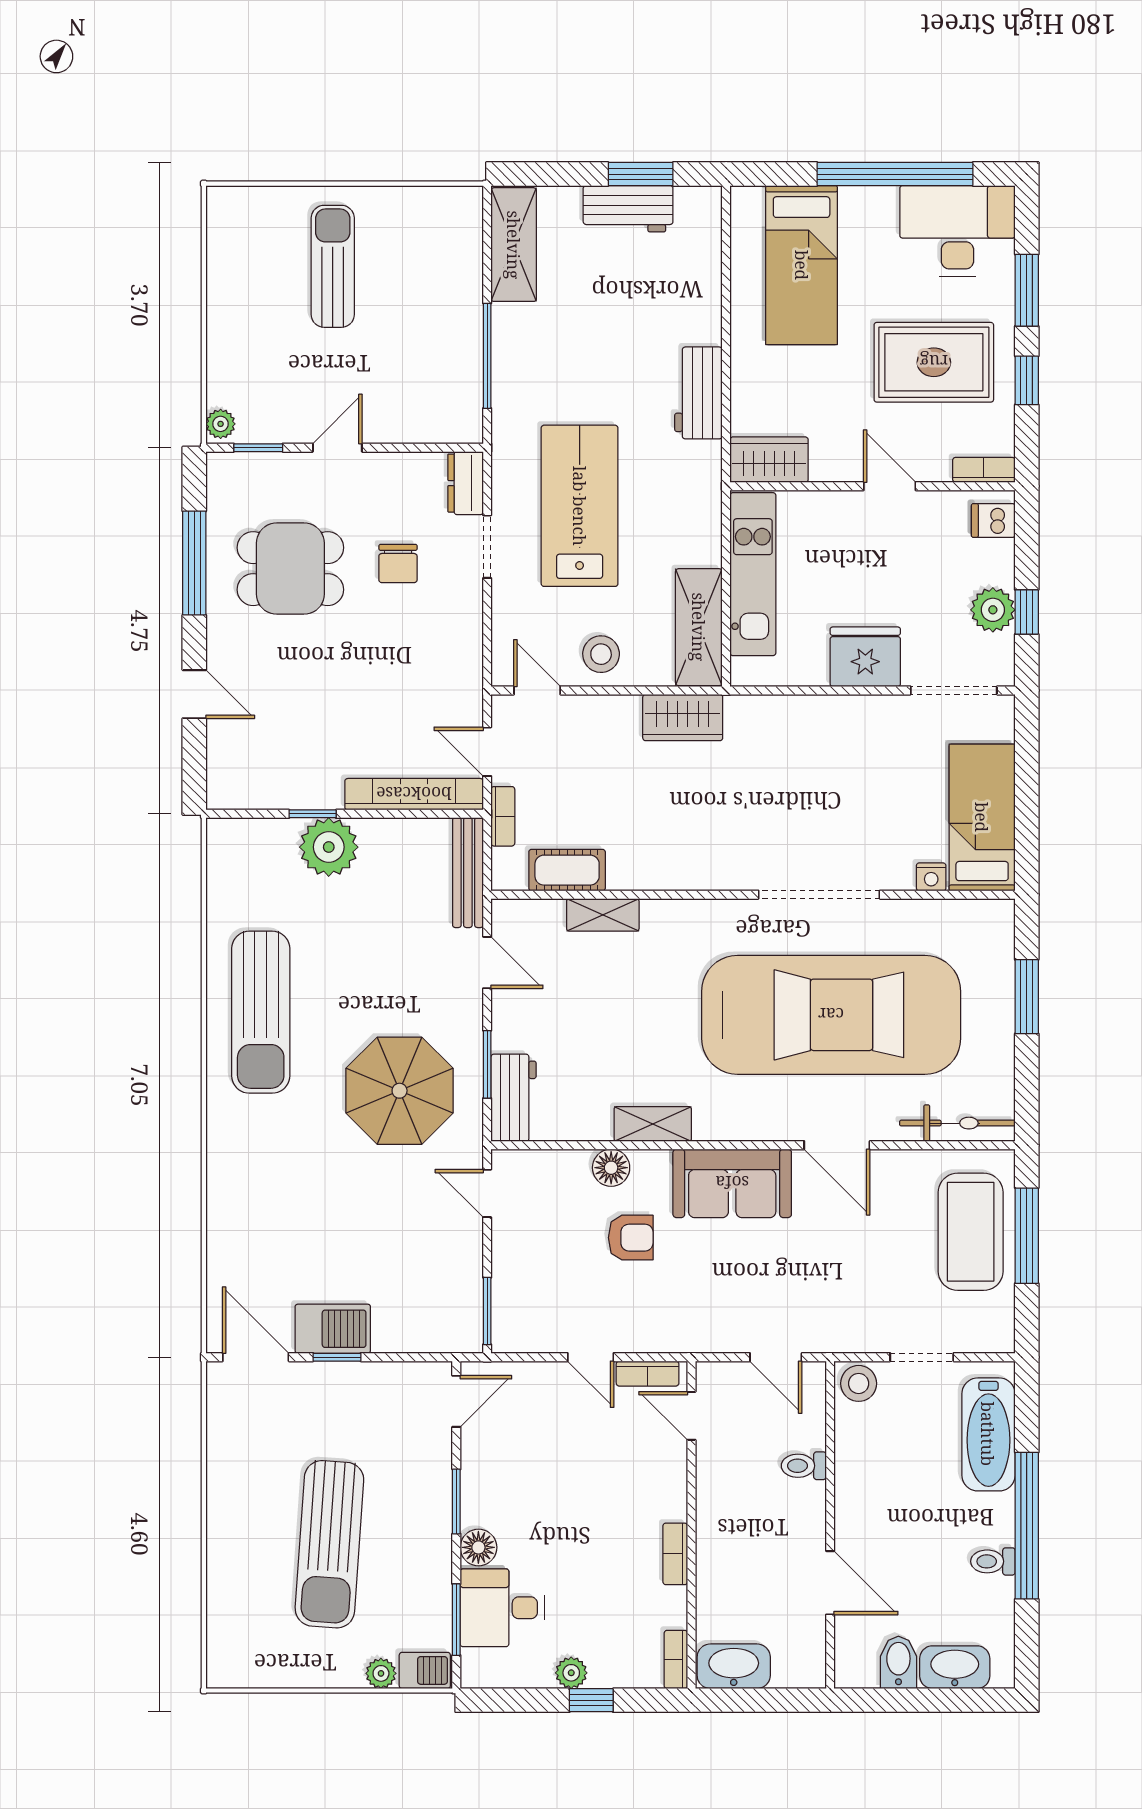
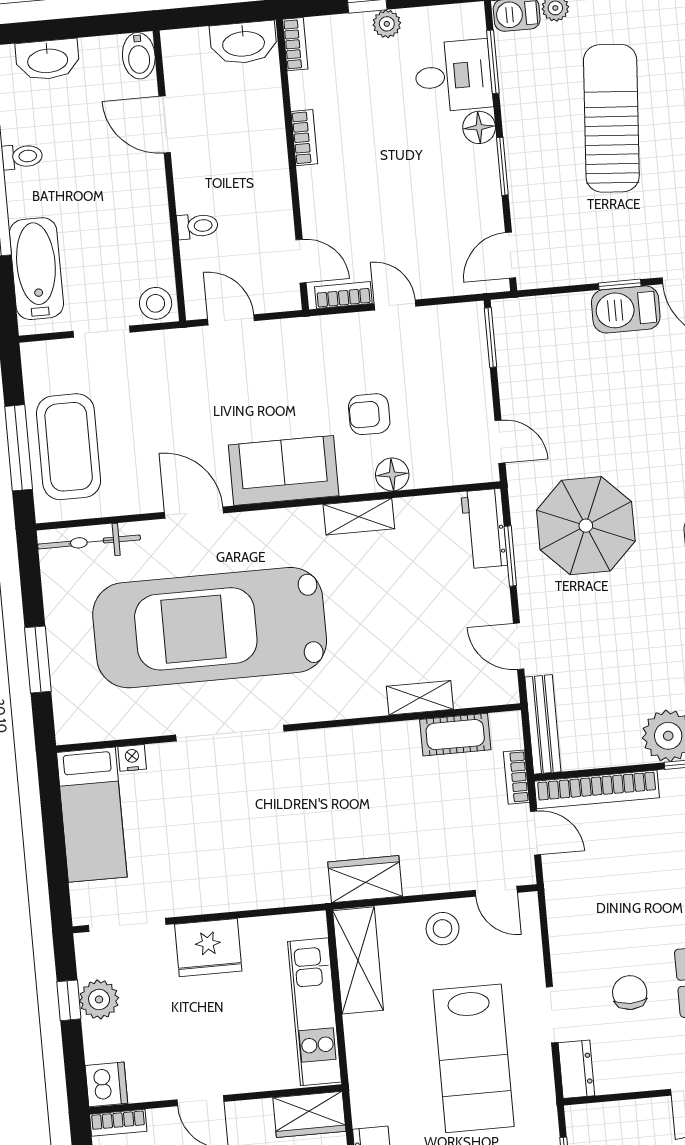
dishwasher: (993, 520) -> (106, 1084), width x1.38
bidet: (898, 1662) -> (139, 56), moved

